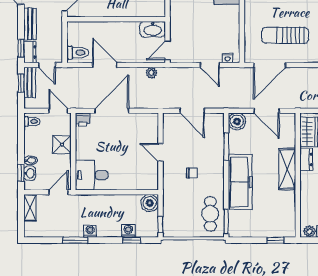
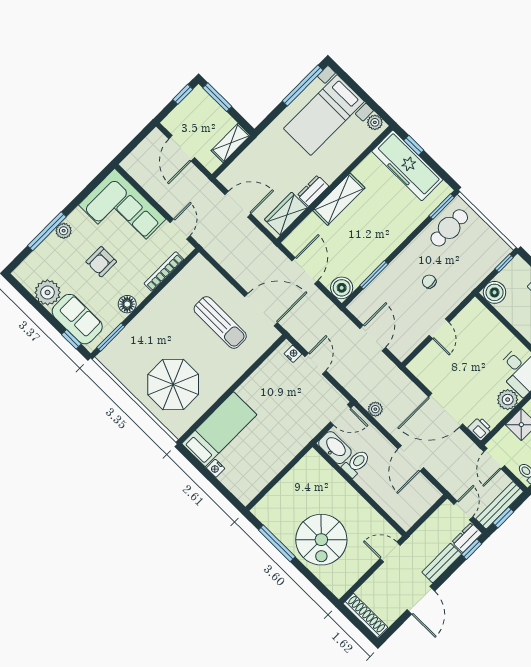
toilet: (77, 53) -> (356, 463), moved, turned 90
bench: (30, 82) -> (500, 505), width x1.36
plant: (83, 151) -> (508, 400), added
freezer: (240, 182) -> (407, 165), moved, turned -90

